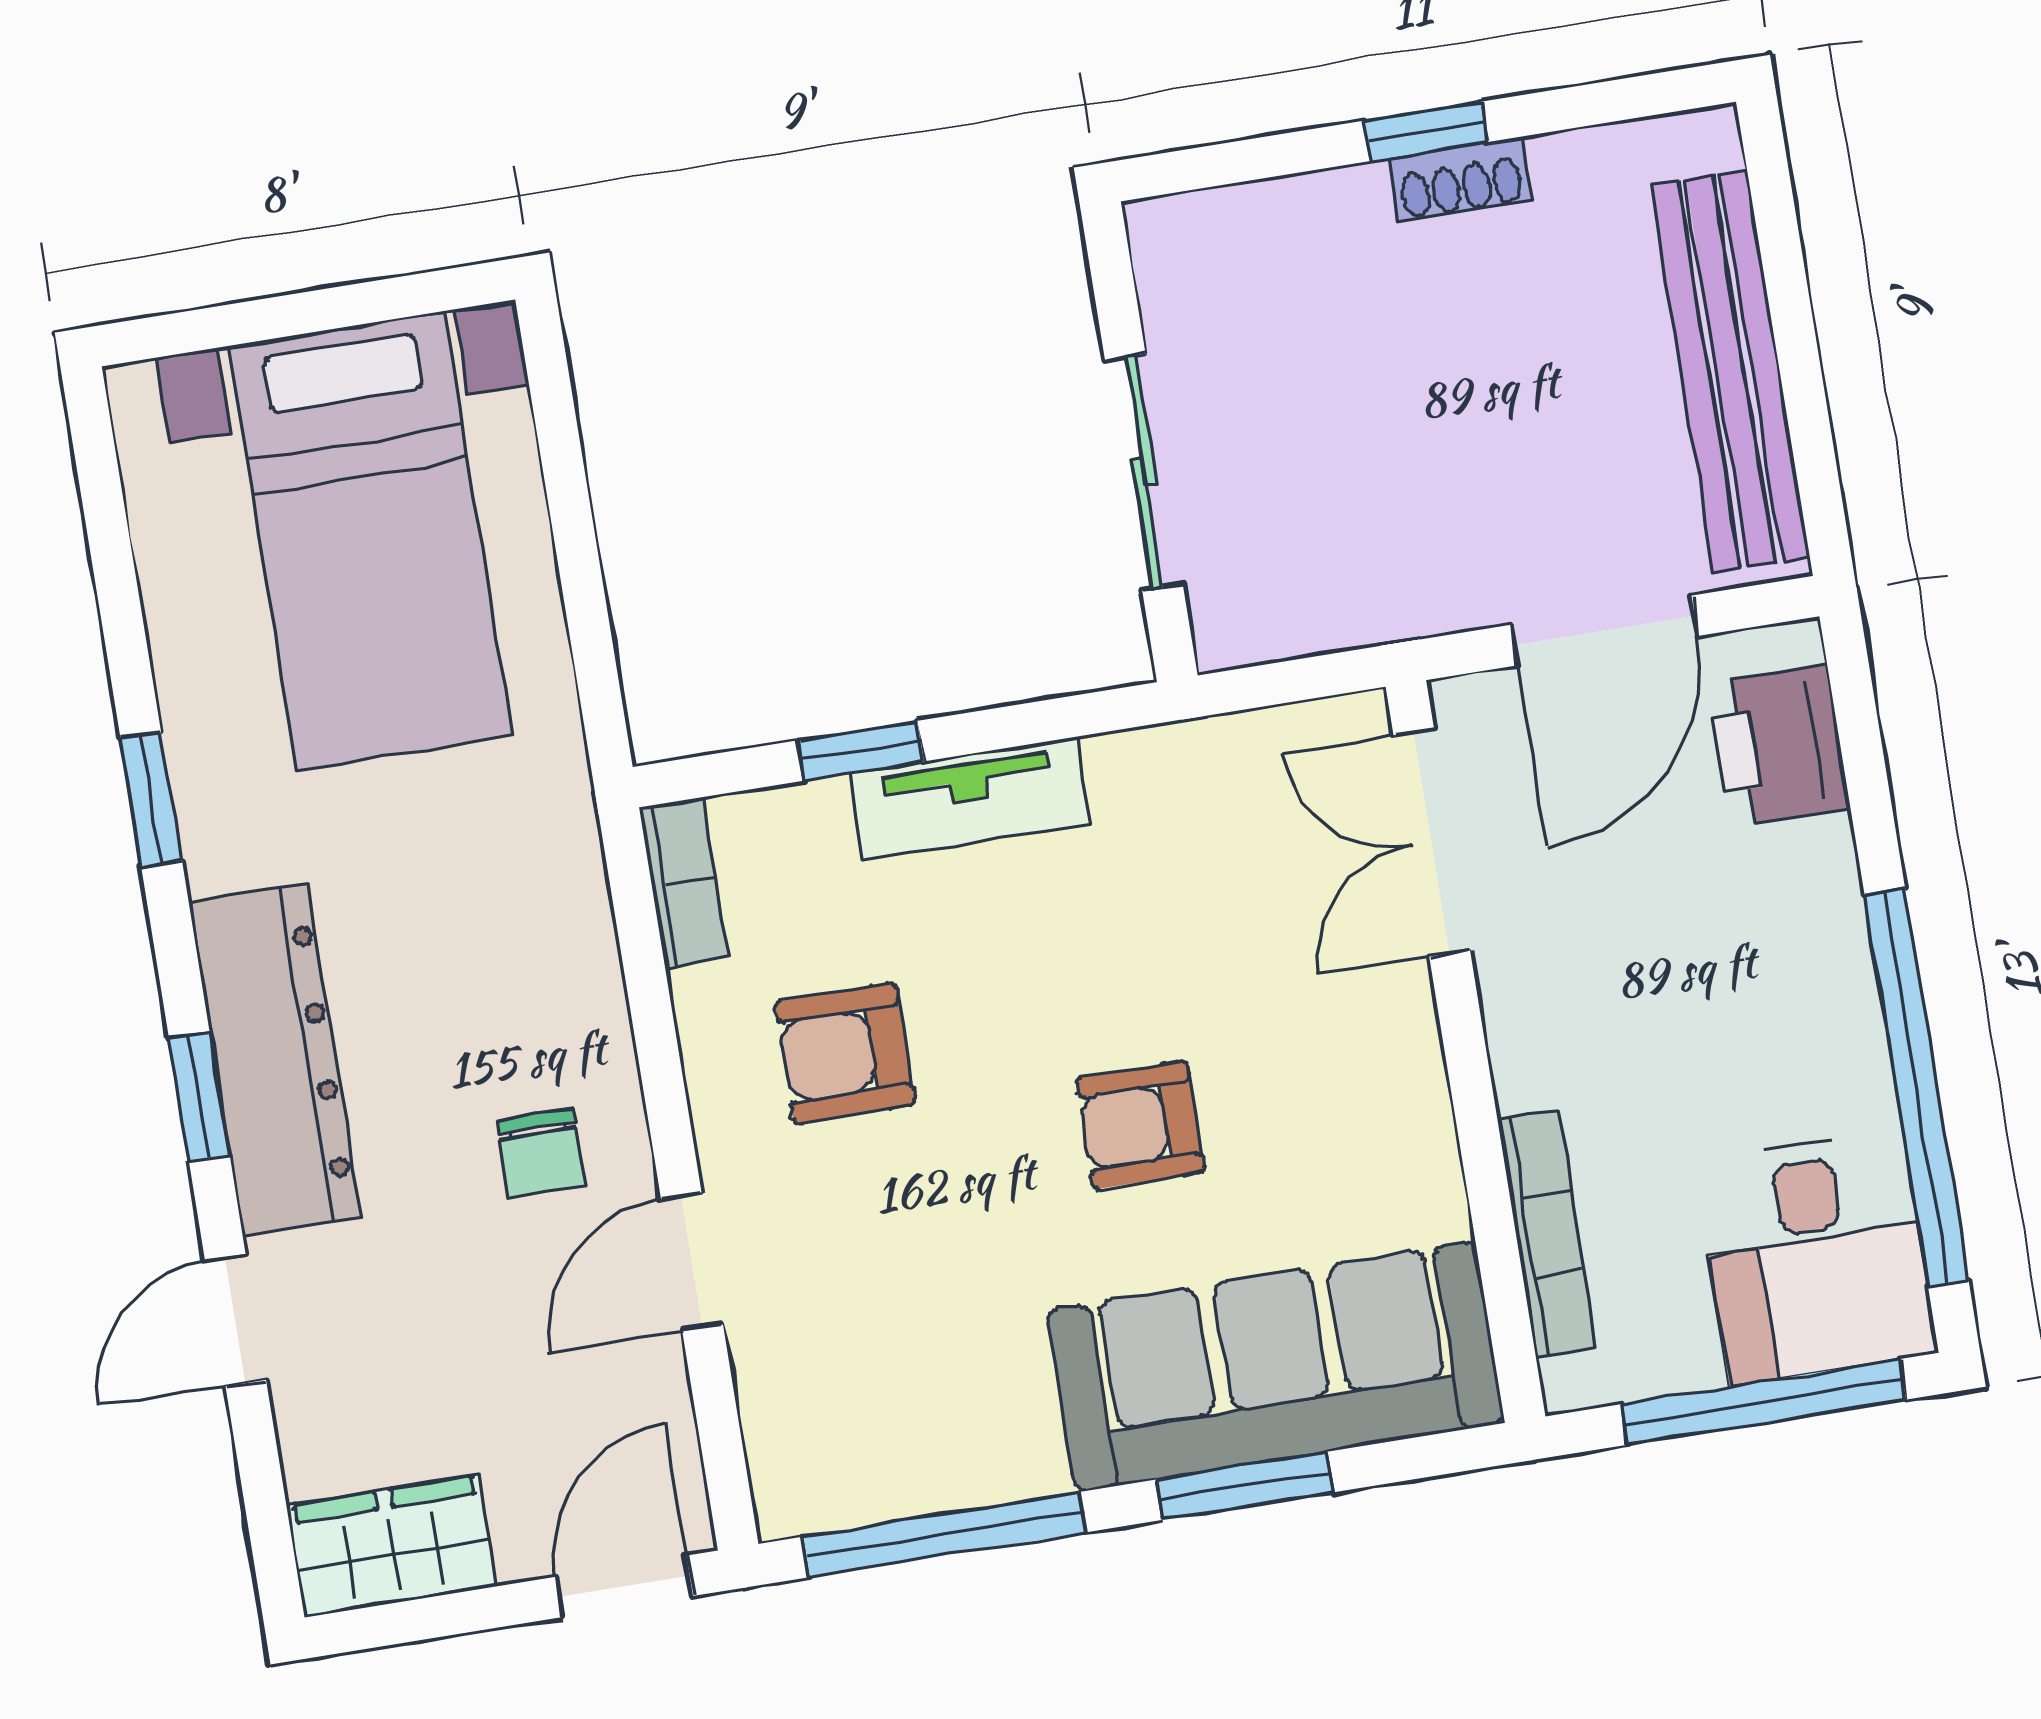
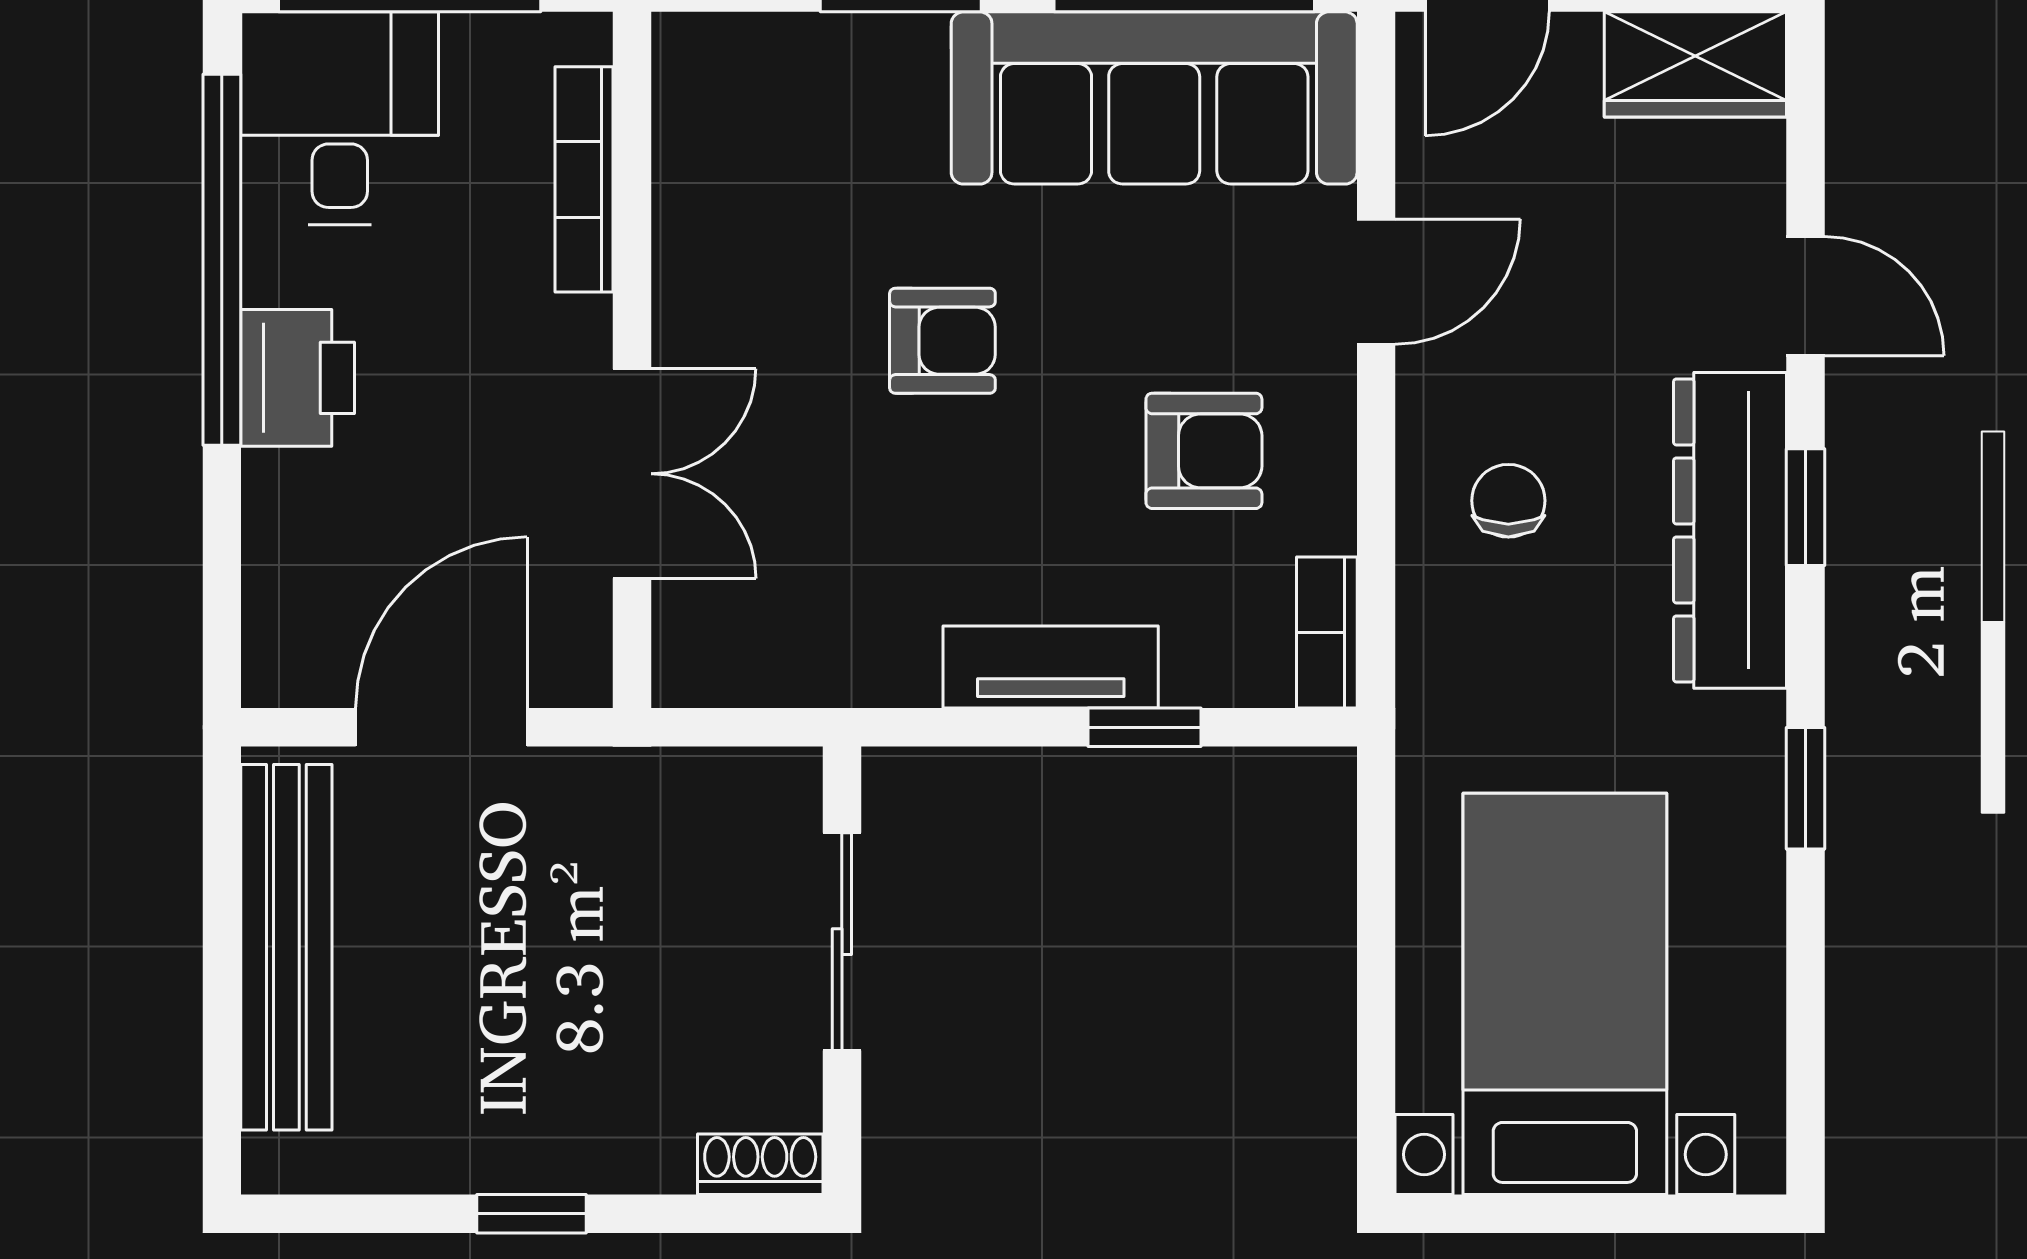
shoe rack: (1460, 179) -> (760, 1164), moved
printer: (1779, 746) -> (298, 378), moved
double door: (1432, 843) -> (632, 474), moved
chair: (541, 1153) -> (1508, 501), moved
door: (235, 1320) -> (1805, 296), hinge flipped
sofa: (1276, 1367) -> (1154, 98), moved

